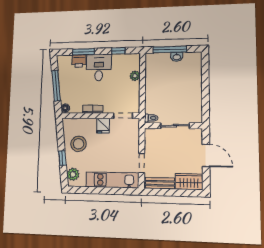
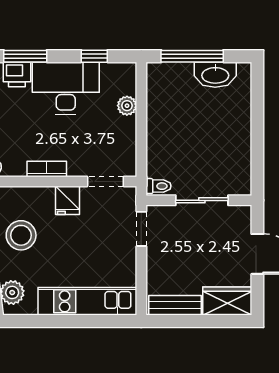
washbasin: (177, 57) -> (215, 75), width x1.91, depth x1.45
desk: (99, 68) -> (66, 88), width x1.37
doorway: (142, 163) -> (141, 229), moved

